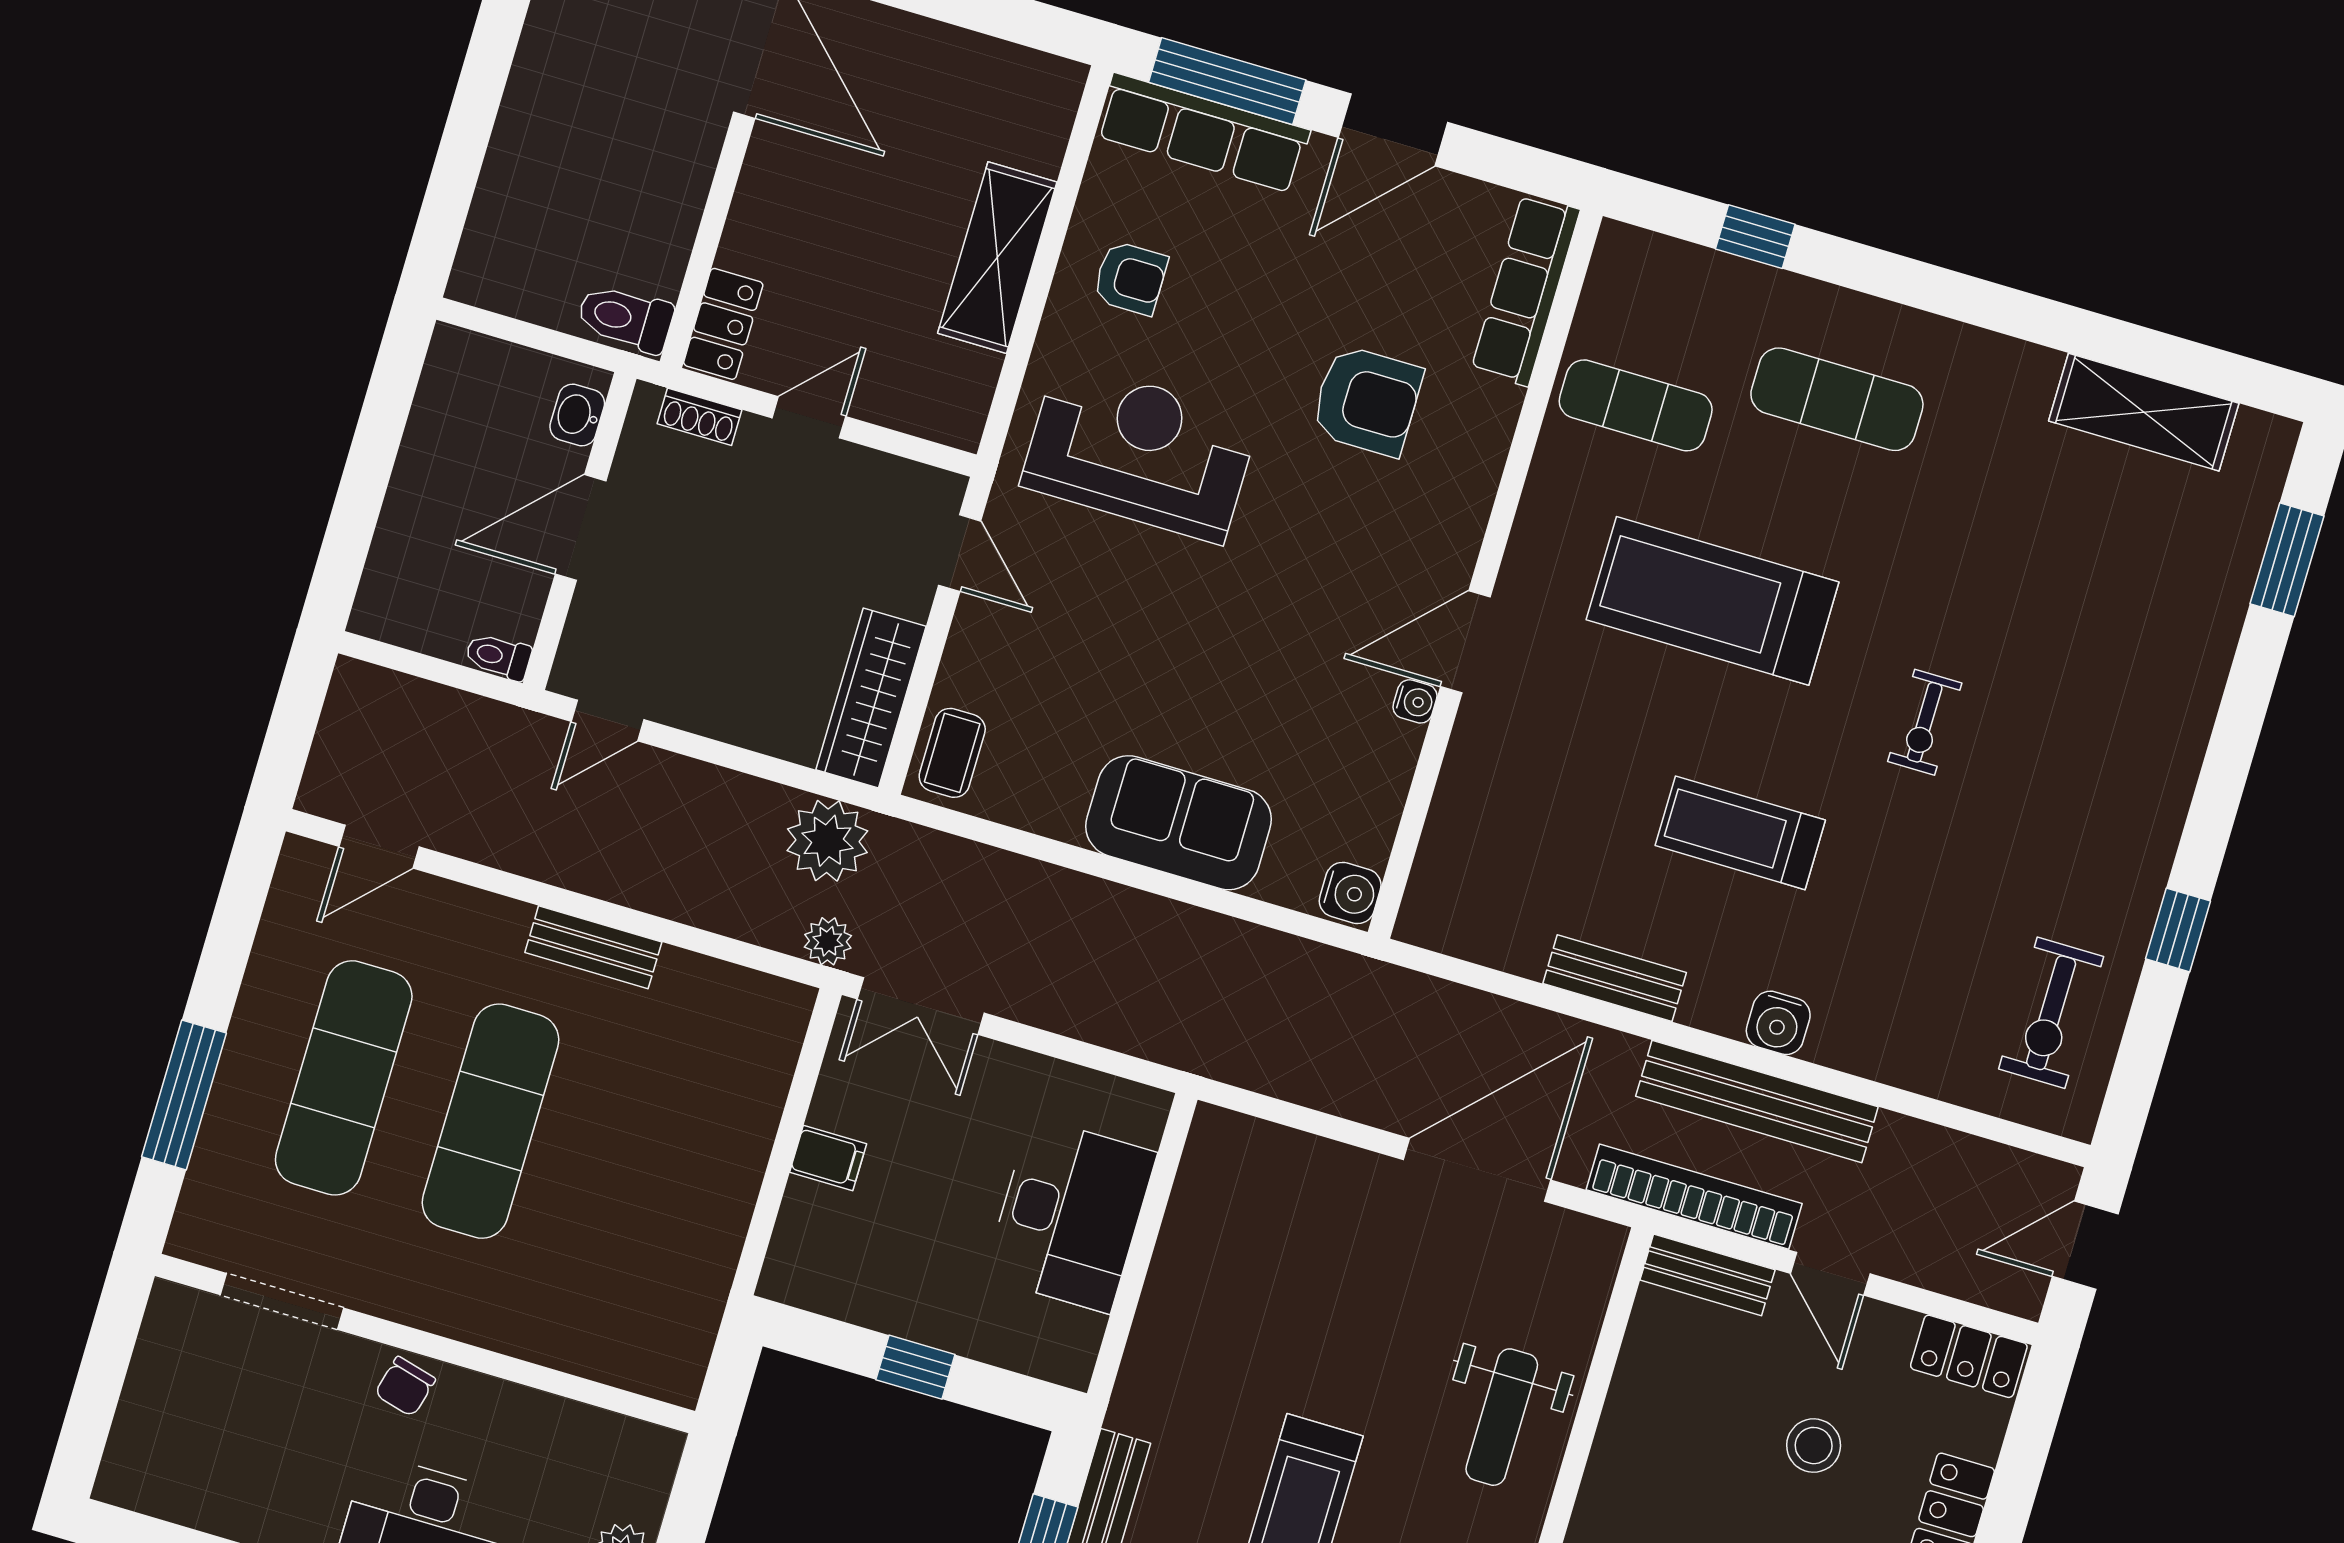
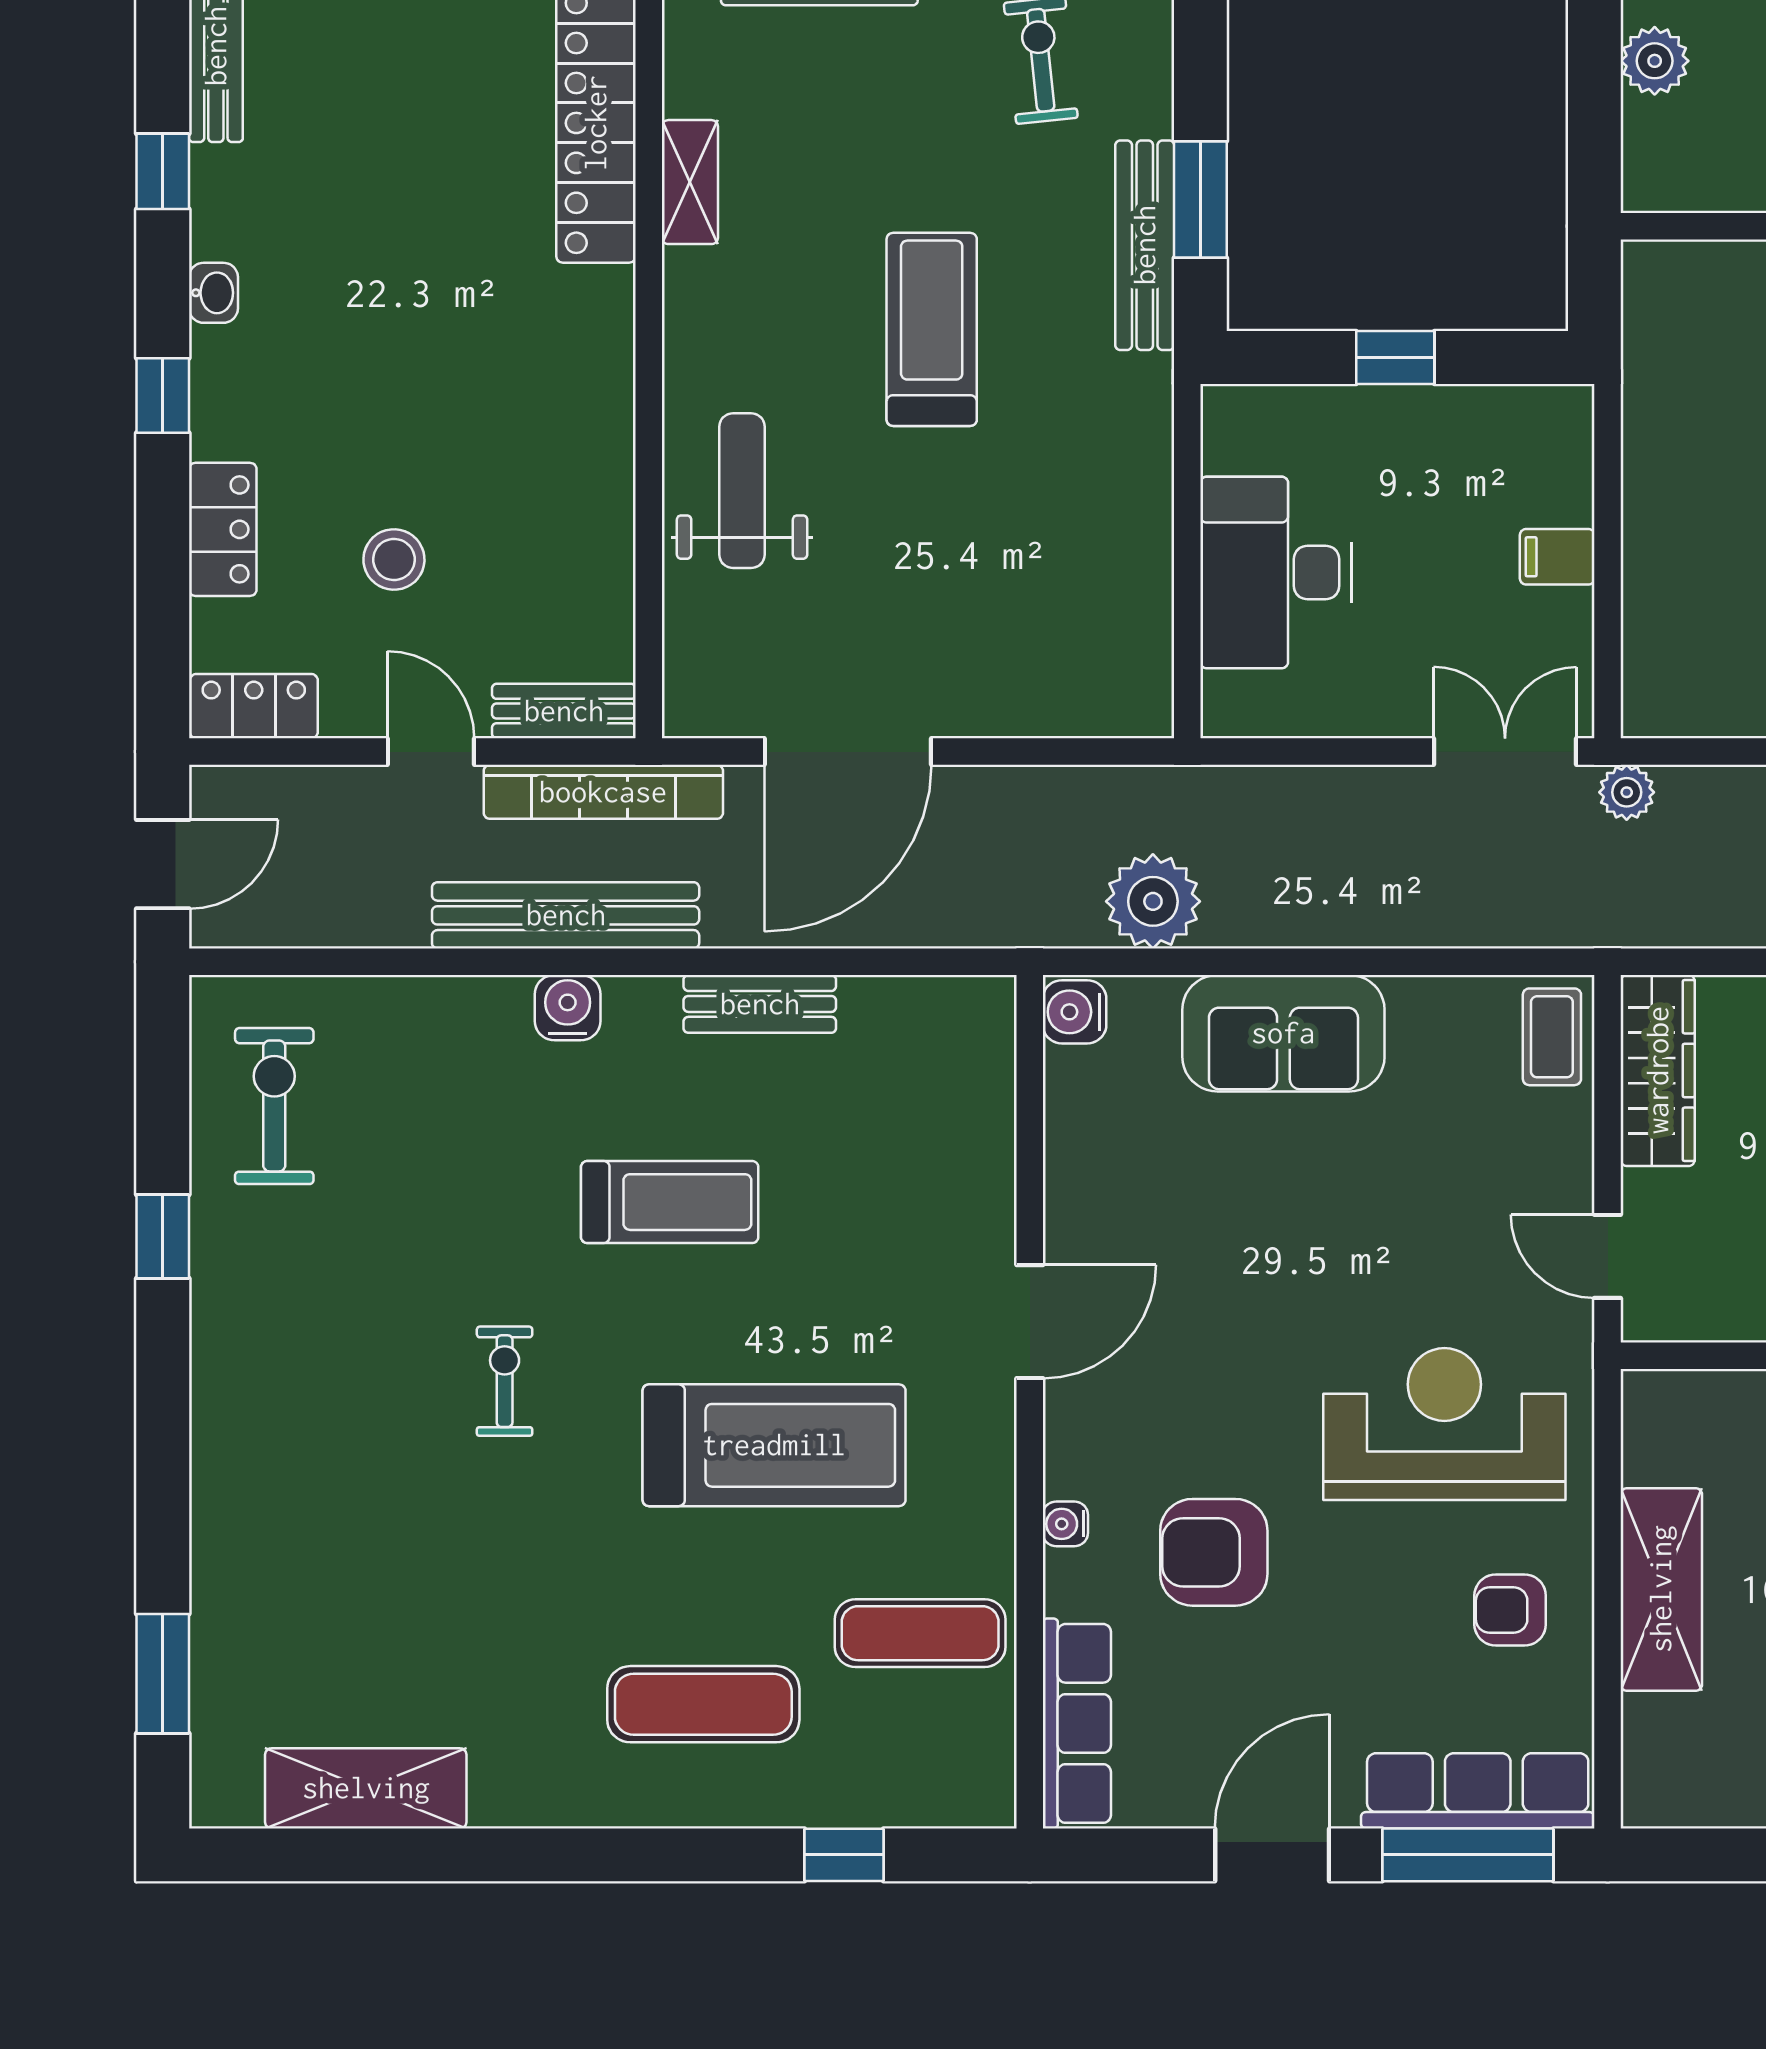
reception desk: (1140, 452) -> (1444, 1424), turned 180
water cooler: (1415, 701) -> (1065, 1524), moved
plant: (827, 841) -> (1153, 901), moved

